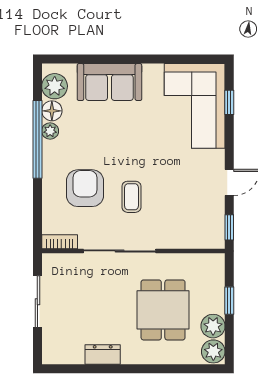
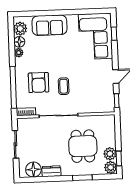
window: (37, 139) -> (13, 87), moved
armchair: (85, 188) -> (39, 83), turned 180
window: (229, 301) -> (119, 159), moved
floor lamp: (69, 350) -> (33, 170), added
window: (160, 369) -> (82, 178), added

